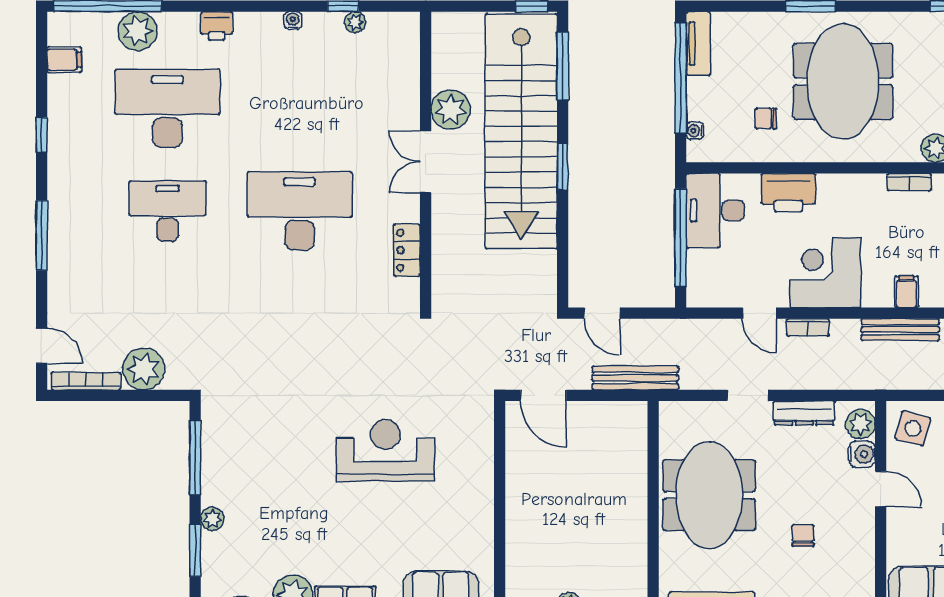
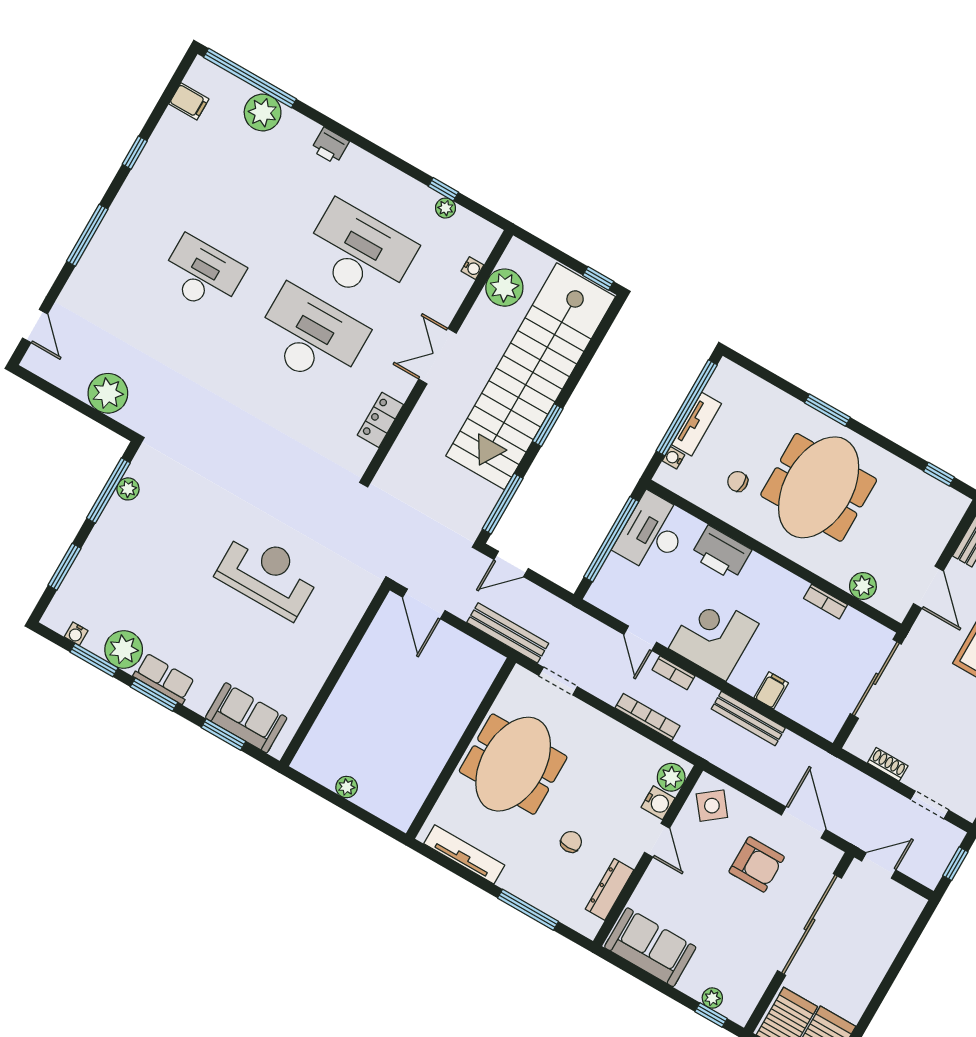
water cooler: (293, 20) -> (472, 268), moved, turned 90
tv unit: (698, 44) -> (697, 424), moved
window: (563, 66) -> (503, 504), moved
desk: (168, 108) -> (359, 253), moved
plant: (451, 109) -> (504, 288), moved
door: (602, 313) -> (511, 564), hinge flipped
bookcase: (86, 381) -> (648, 717), moved
doorway: (748, 395) -> (558, 681), moved
dresser: (804, 413) -> (610, 889), moved, turned 90
side table: (913, 428) -> (712, 806), turned 37
plant: (212, 519) -> (128, 489), moved

